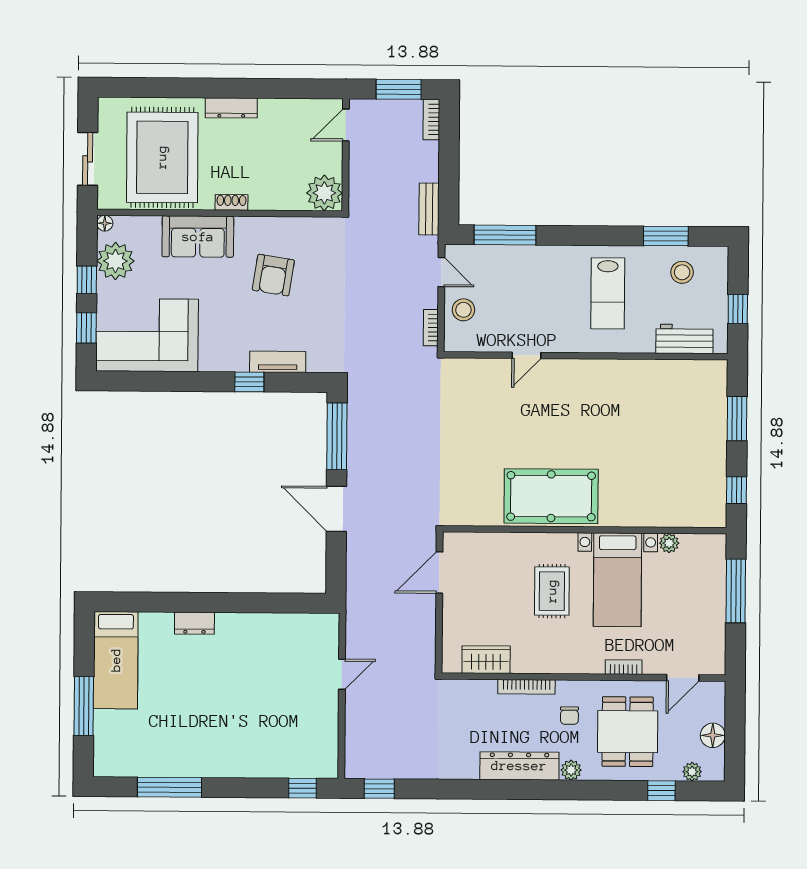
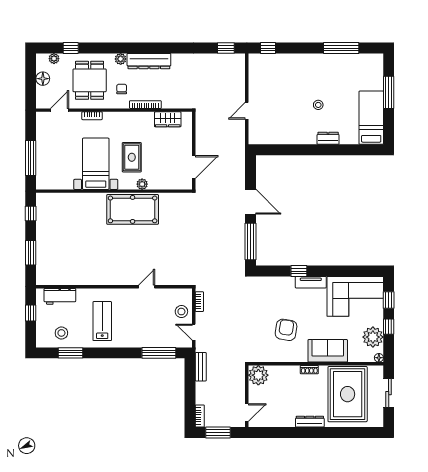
tv unit: (278, 362) -> (311, 282), moved
plant: (669, 543) -> (142, 184), moved
stool: (212, 684) -> (318, 105), added

